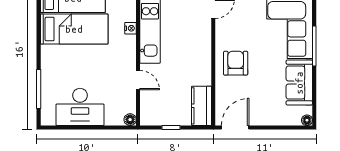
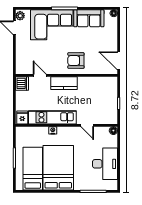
bed: (74, 29) -> (58, 168), width x1.50
door: (138, 80) -> (87, 125), swing flipped
kitchen counter: (202, 106) -> (64, 83), moved

